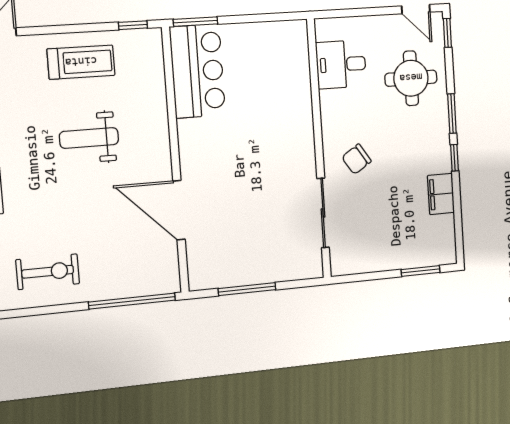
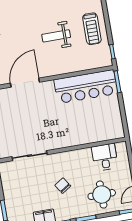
bar counter: (197, 71) -> (86, 87), width x1.36
weight bench: (89, 138) -> (56, 36), turned -90
chair: (357, 159) -> (63, 186), moved

